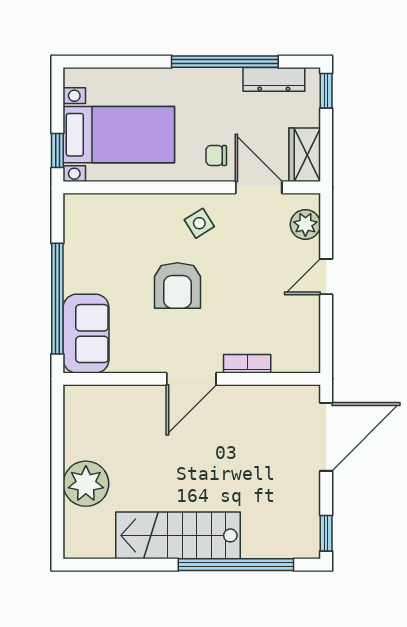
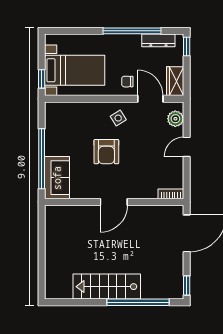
bookcase: (247, 364) -> (171, 194), moved
plant: (86, 484) -> (57, 259), removed

